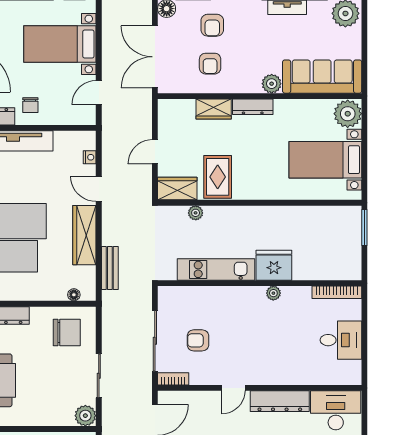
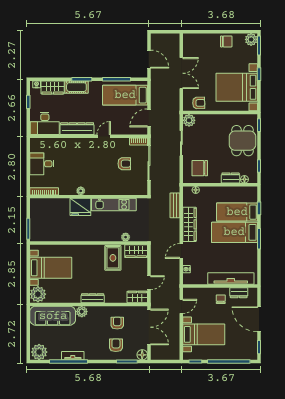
wardrobe: (214, 109) -> (137, 297), moved
door: (155, 152) -> (149, 283), moved
door: (99, 189) -> (181, 251), swing flipped

